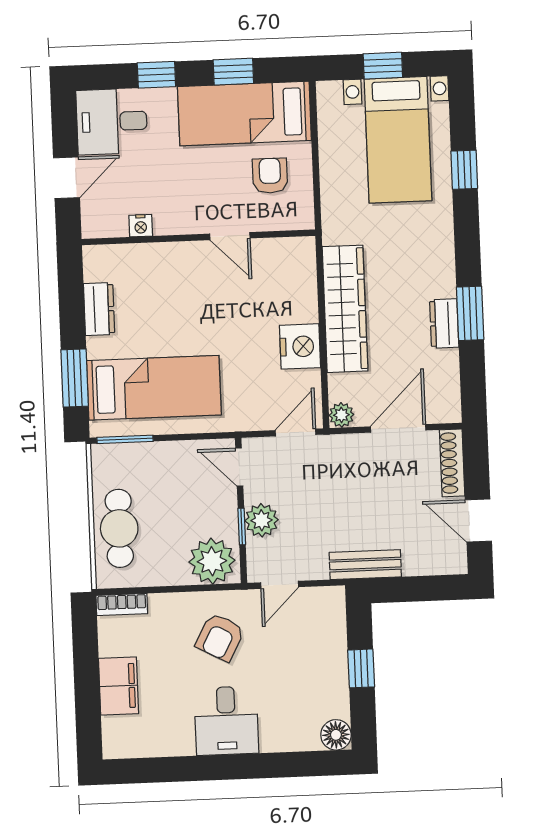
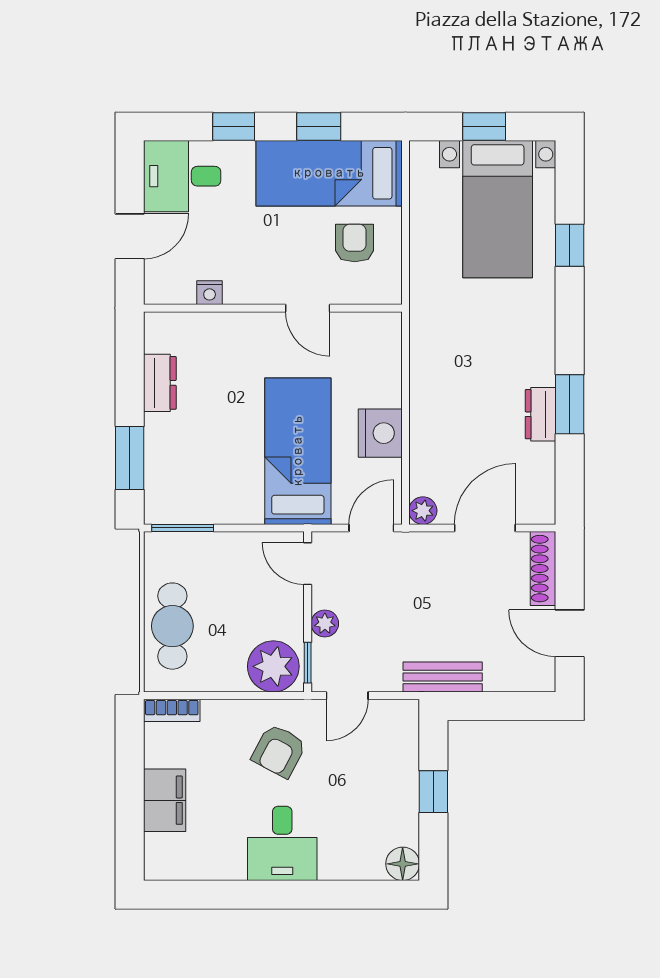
wardrobe: (345, 309) -> (432, 394), removed
bed: (154, 388) -> (298, 451), moved, turned -90
plant: (262, 520) -> (325, 623), width x0.73, depth x0.73
window: (242, 527) -> (308, 663), moved

